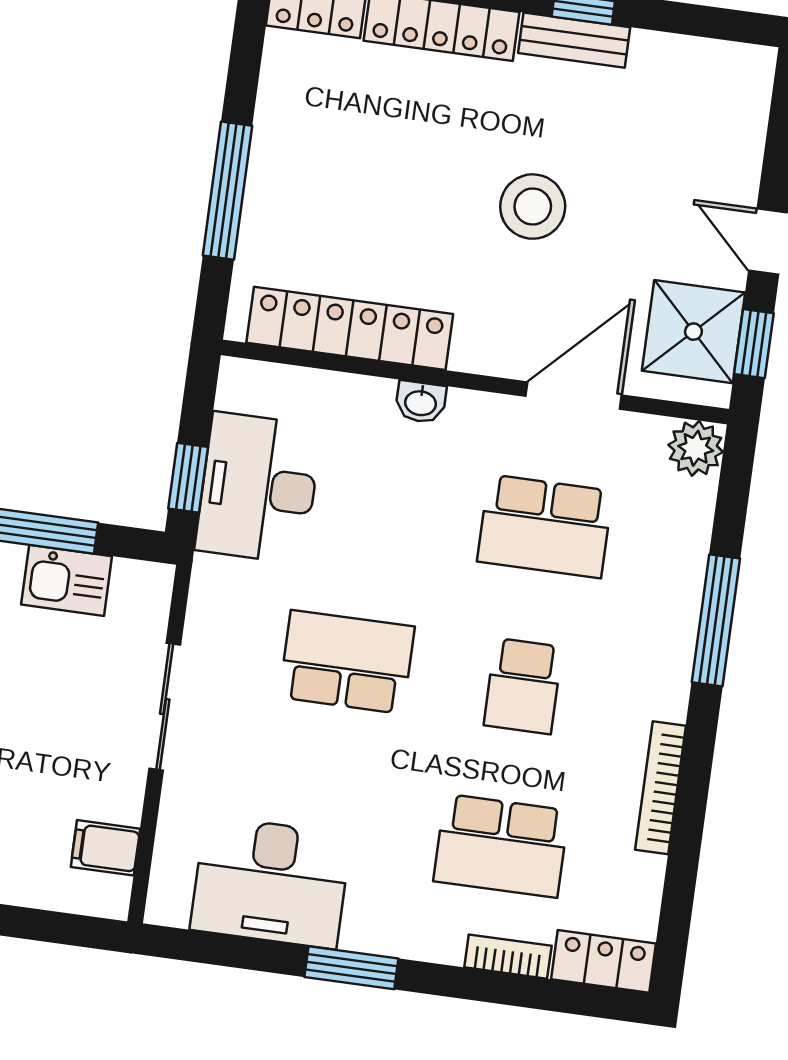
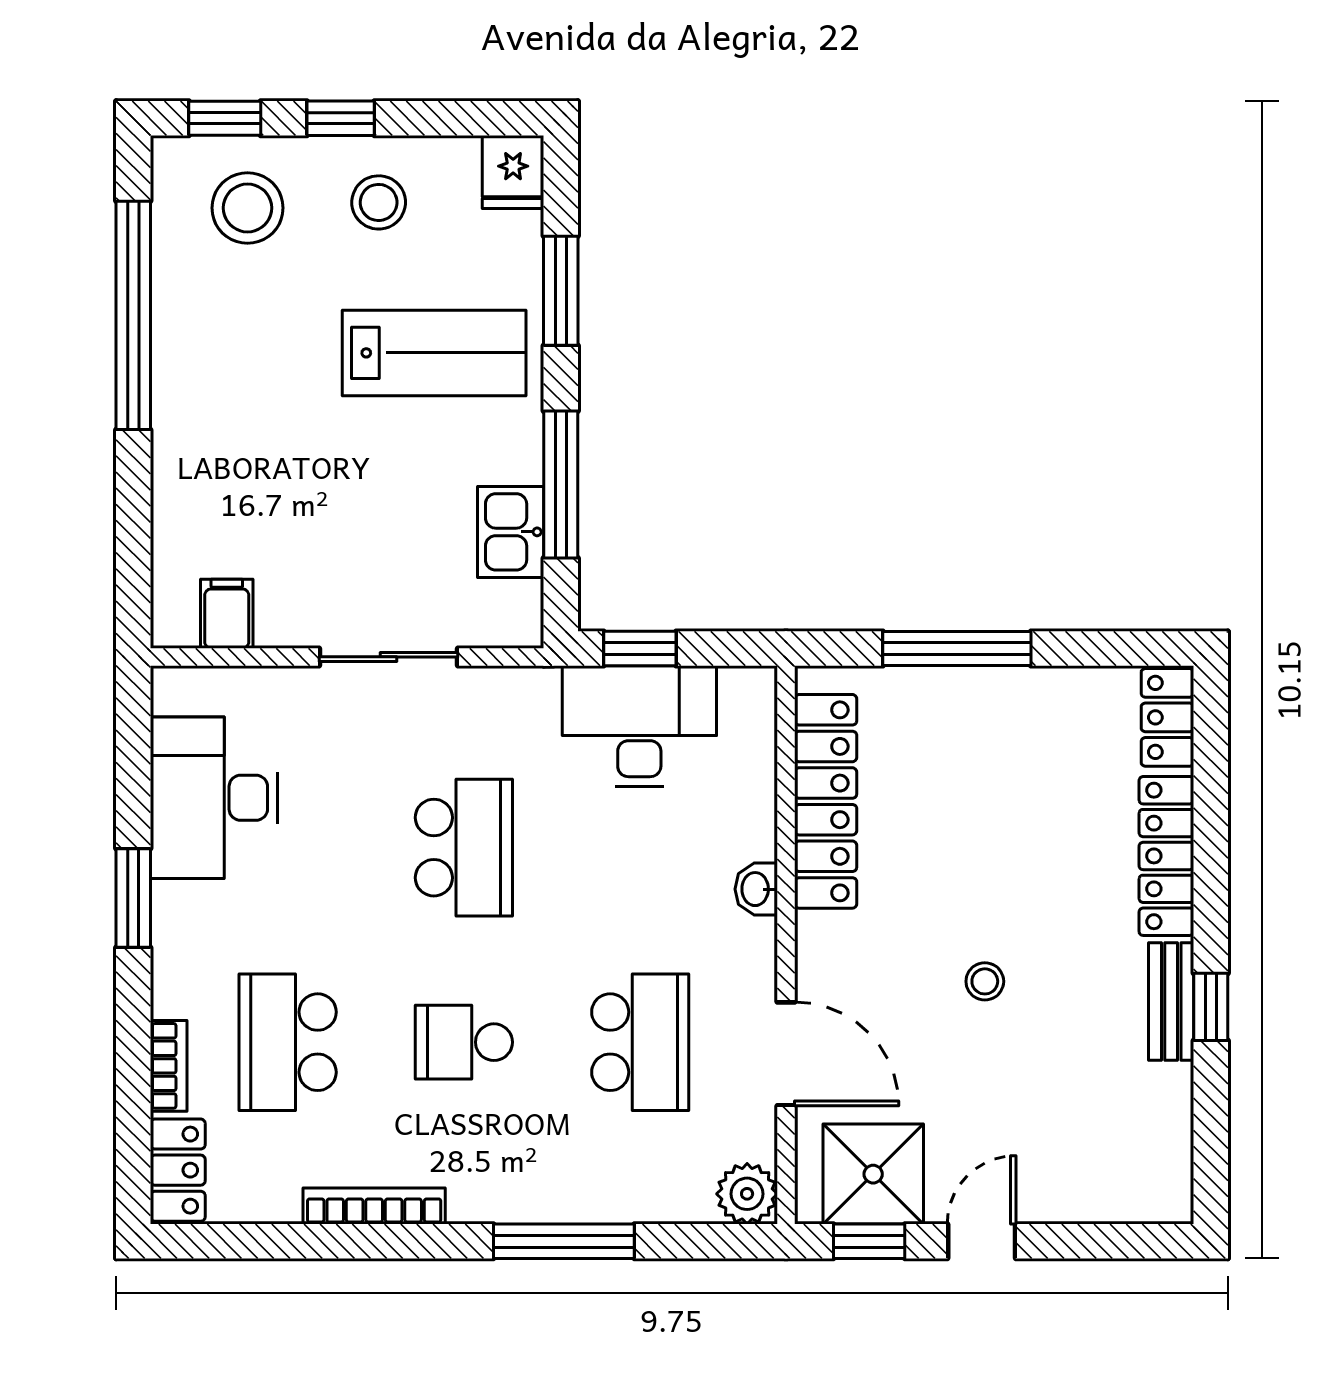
stool: (533, 207) -> (985, 981), width x0.53, depth x0.53
school desk: (545, 526) -> (640, 1042), turned 180

